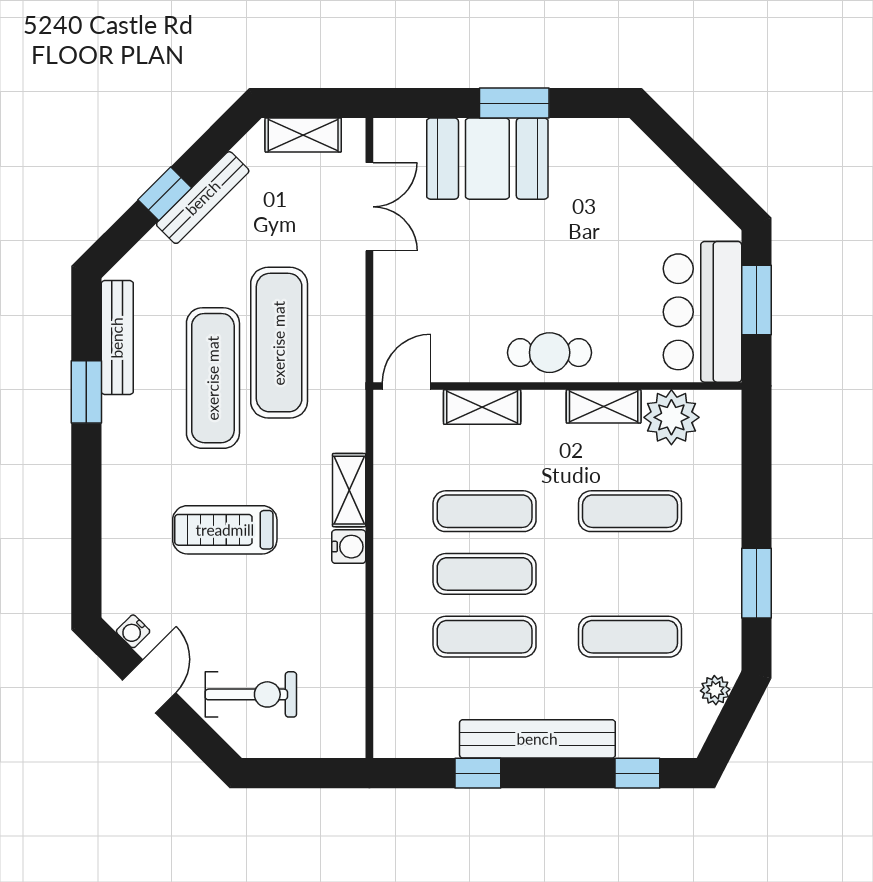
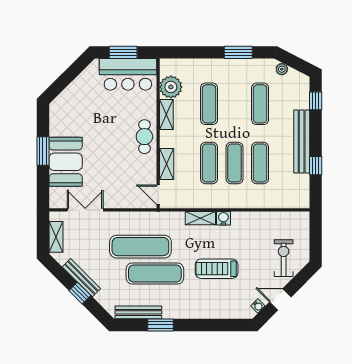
treadmill: (225, 530) -> (217, 269), turned 90

